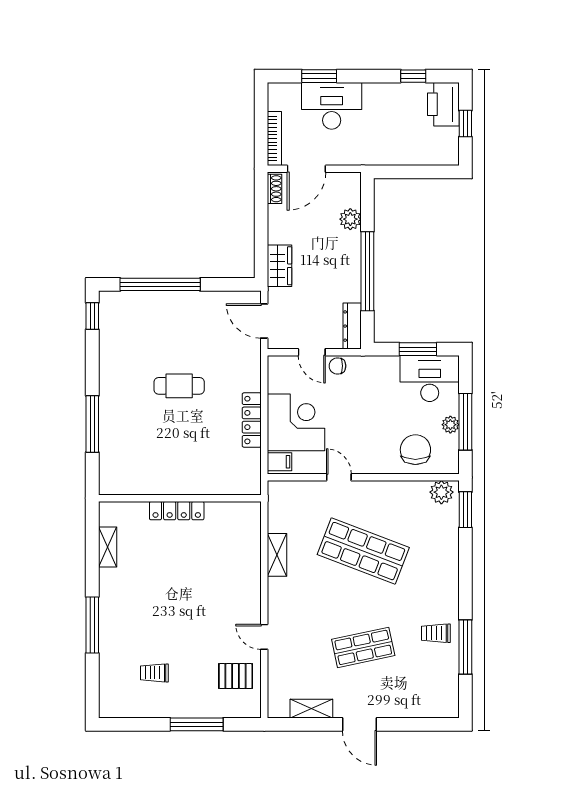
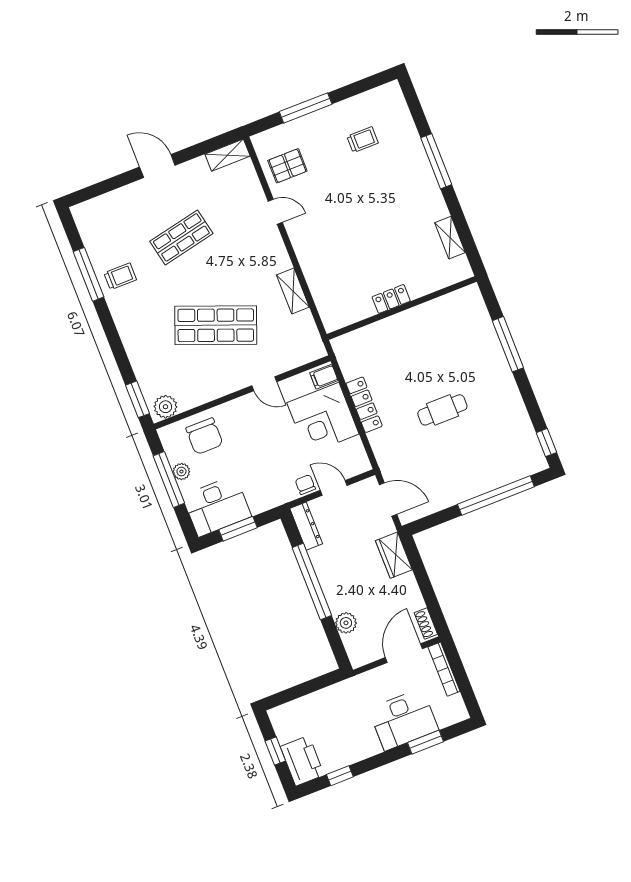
chair: (337, 366) -> (305, 485), turned -90
locker: (177, 511) -> (391, 299), width x0.66
shelving: (311, 709) -> (228, 155), moved

